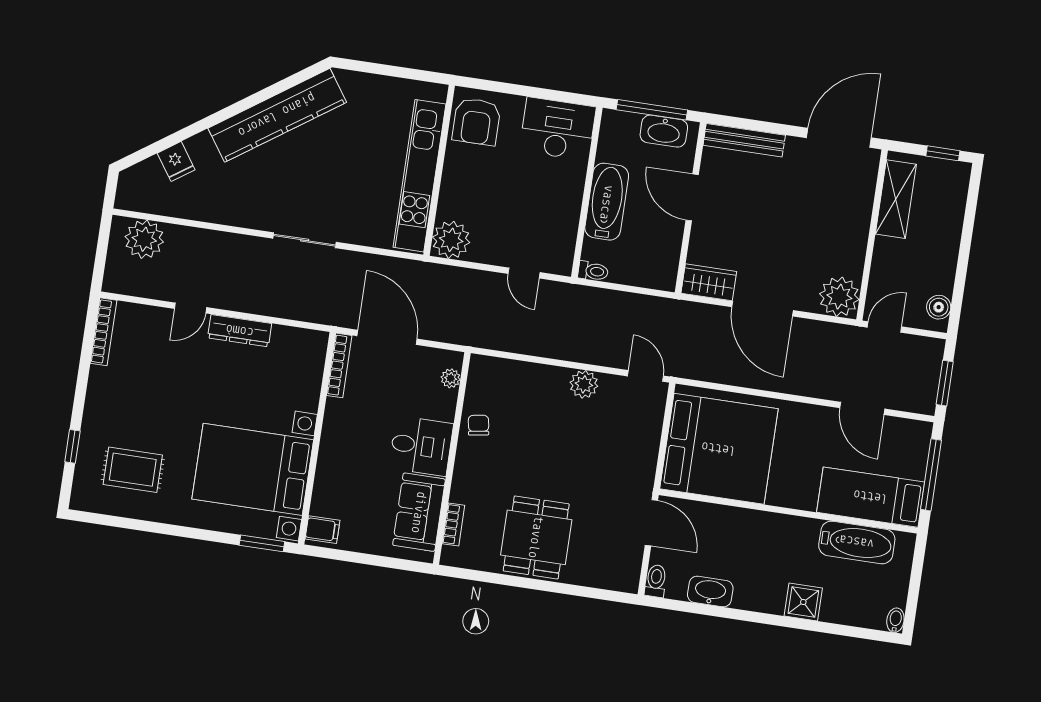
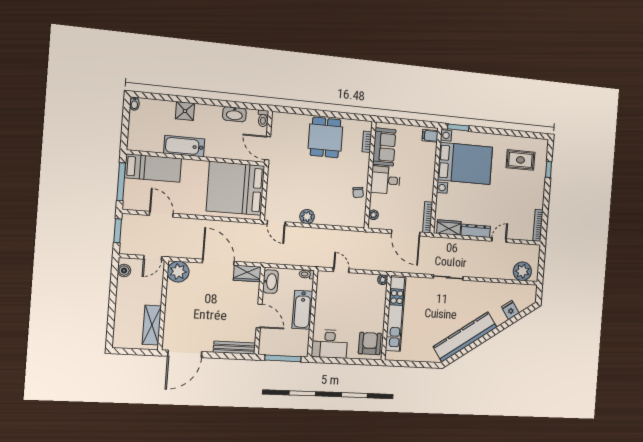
washbasin: (664, 131) -> (270, 282), moved, turned 90
window: (943, 153) -> (128, 351), removed
plant: (451, 240) -> (383, 280), width x0.53, depth x0.53
wardrobe: (296, 341) -> (449, 228), added
bathtub: (857, 542) -> (184, 146), moved

